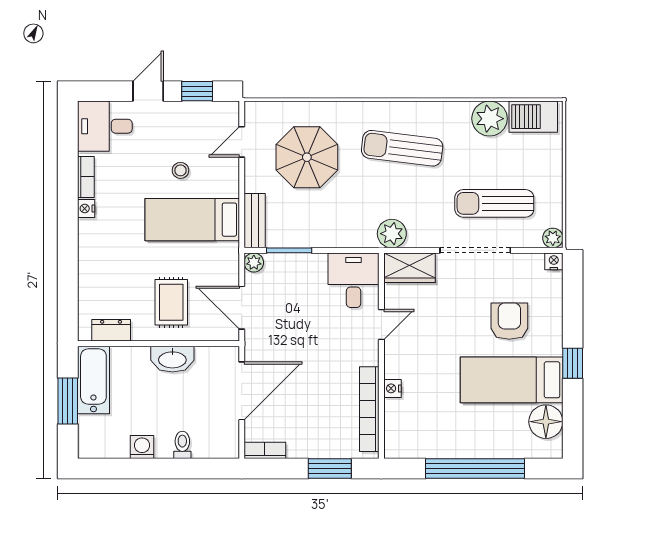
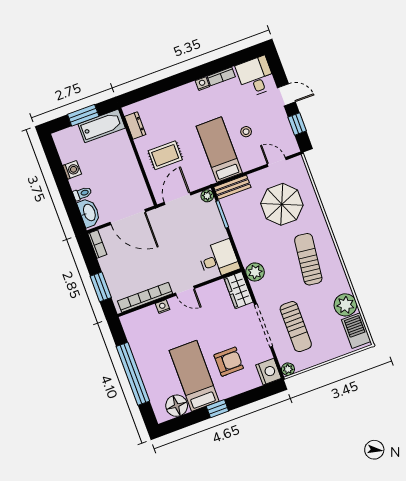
sun lounger: (494, 203) -> (296, 327), turned 180
nightstand: (554, 261) -> (268, 372), width x1.89, depth x1.79
door: (381, 325) -> (185, 291), moved
washbasin: (172, 359) -> (89, 213), moved, turned 180

